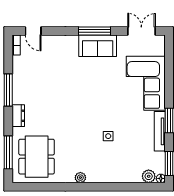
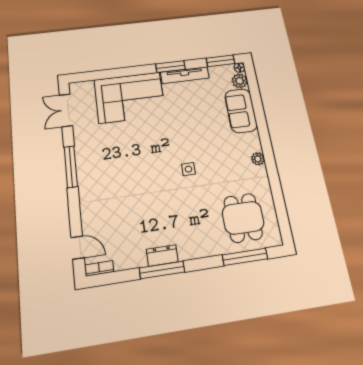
door: (33, 31) -> (78, 247), hinge flipped
sofa: (98, 46) -> (241, 111), moved, turned 180
dresser: (18, 116) -> (162, 256), moved
side table: (108, 136) -> (188, 169), moved
dining table: (37, 157) -> (243, 218), width x0.73

